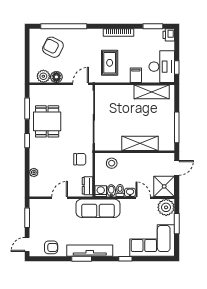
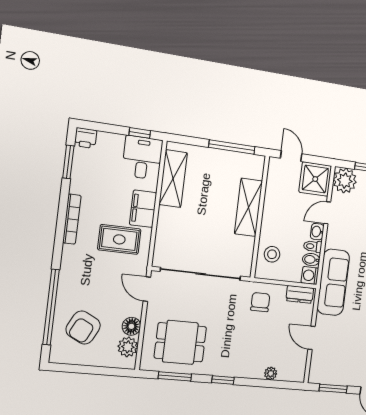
desk: (162, 67) -> (142, 158), width x0.73
filing cabinet: (136, 75) -> (143, 209), width x2.00
dining table: (47, 121) -> (180, 342), moved

